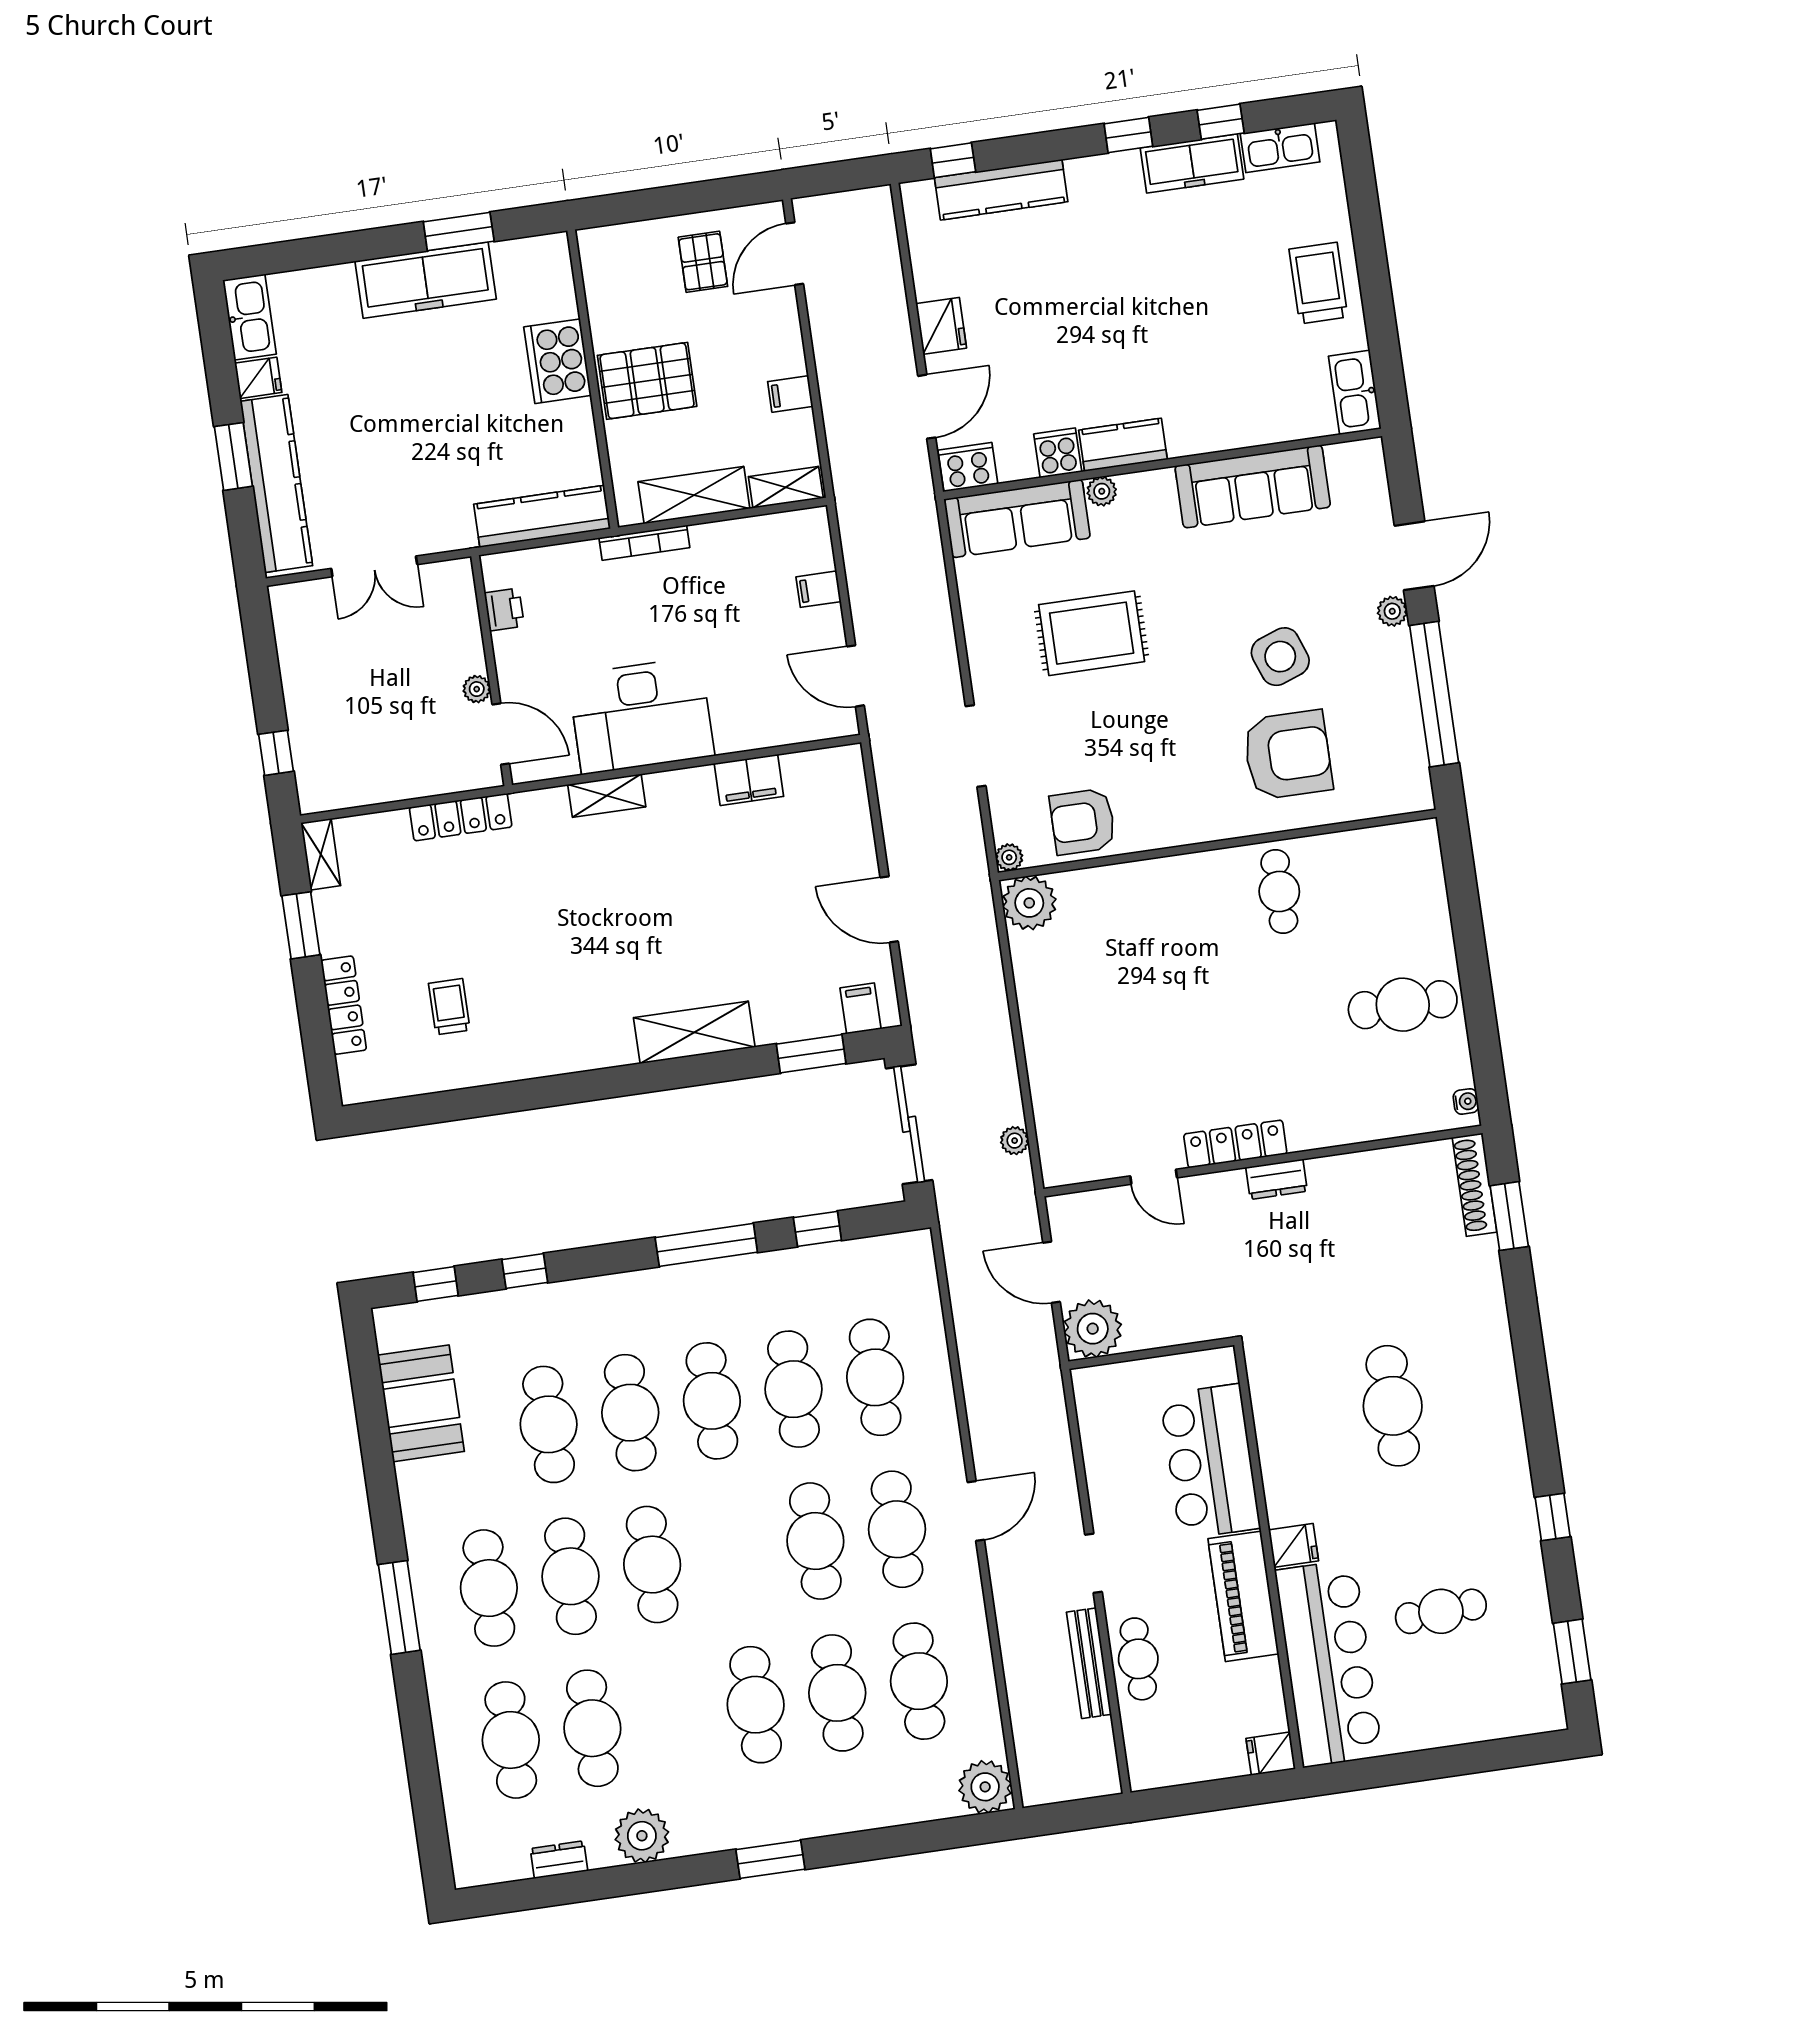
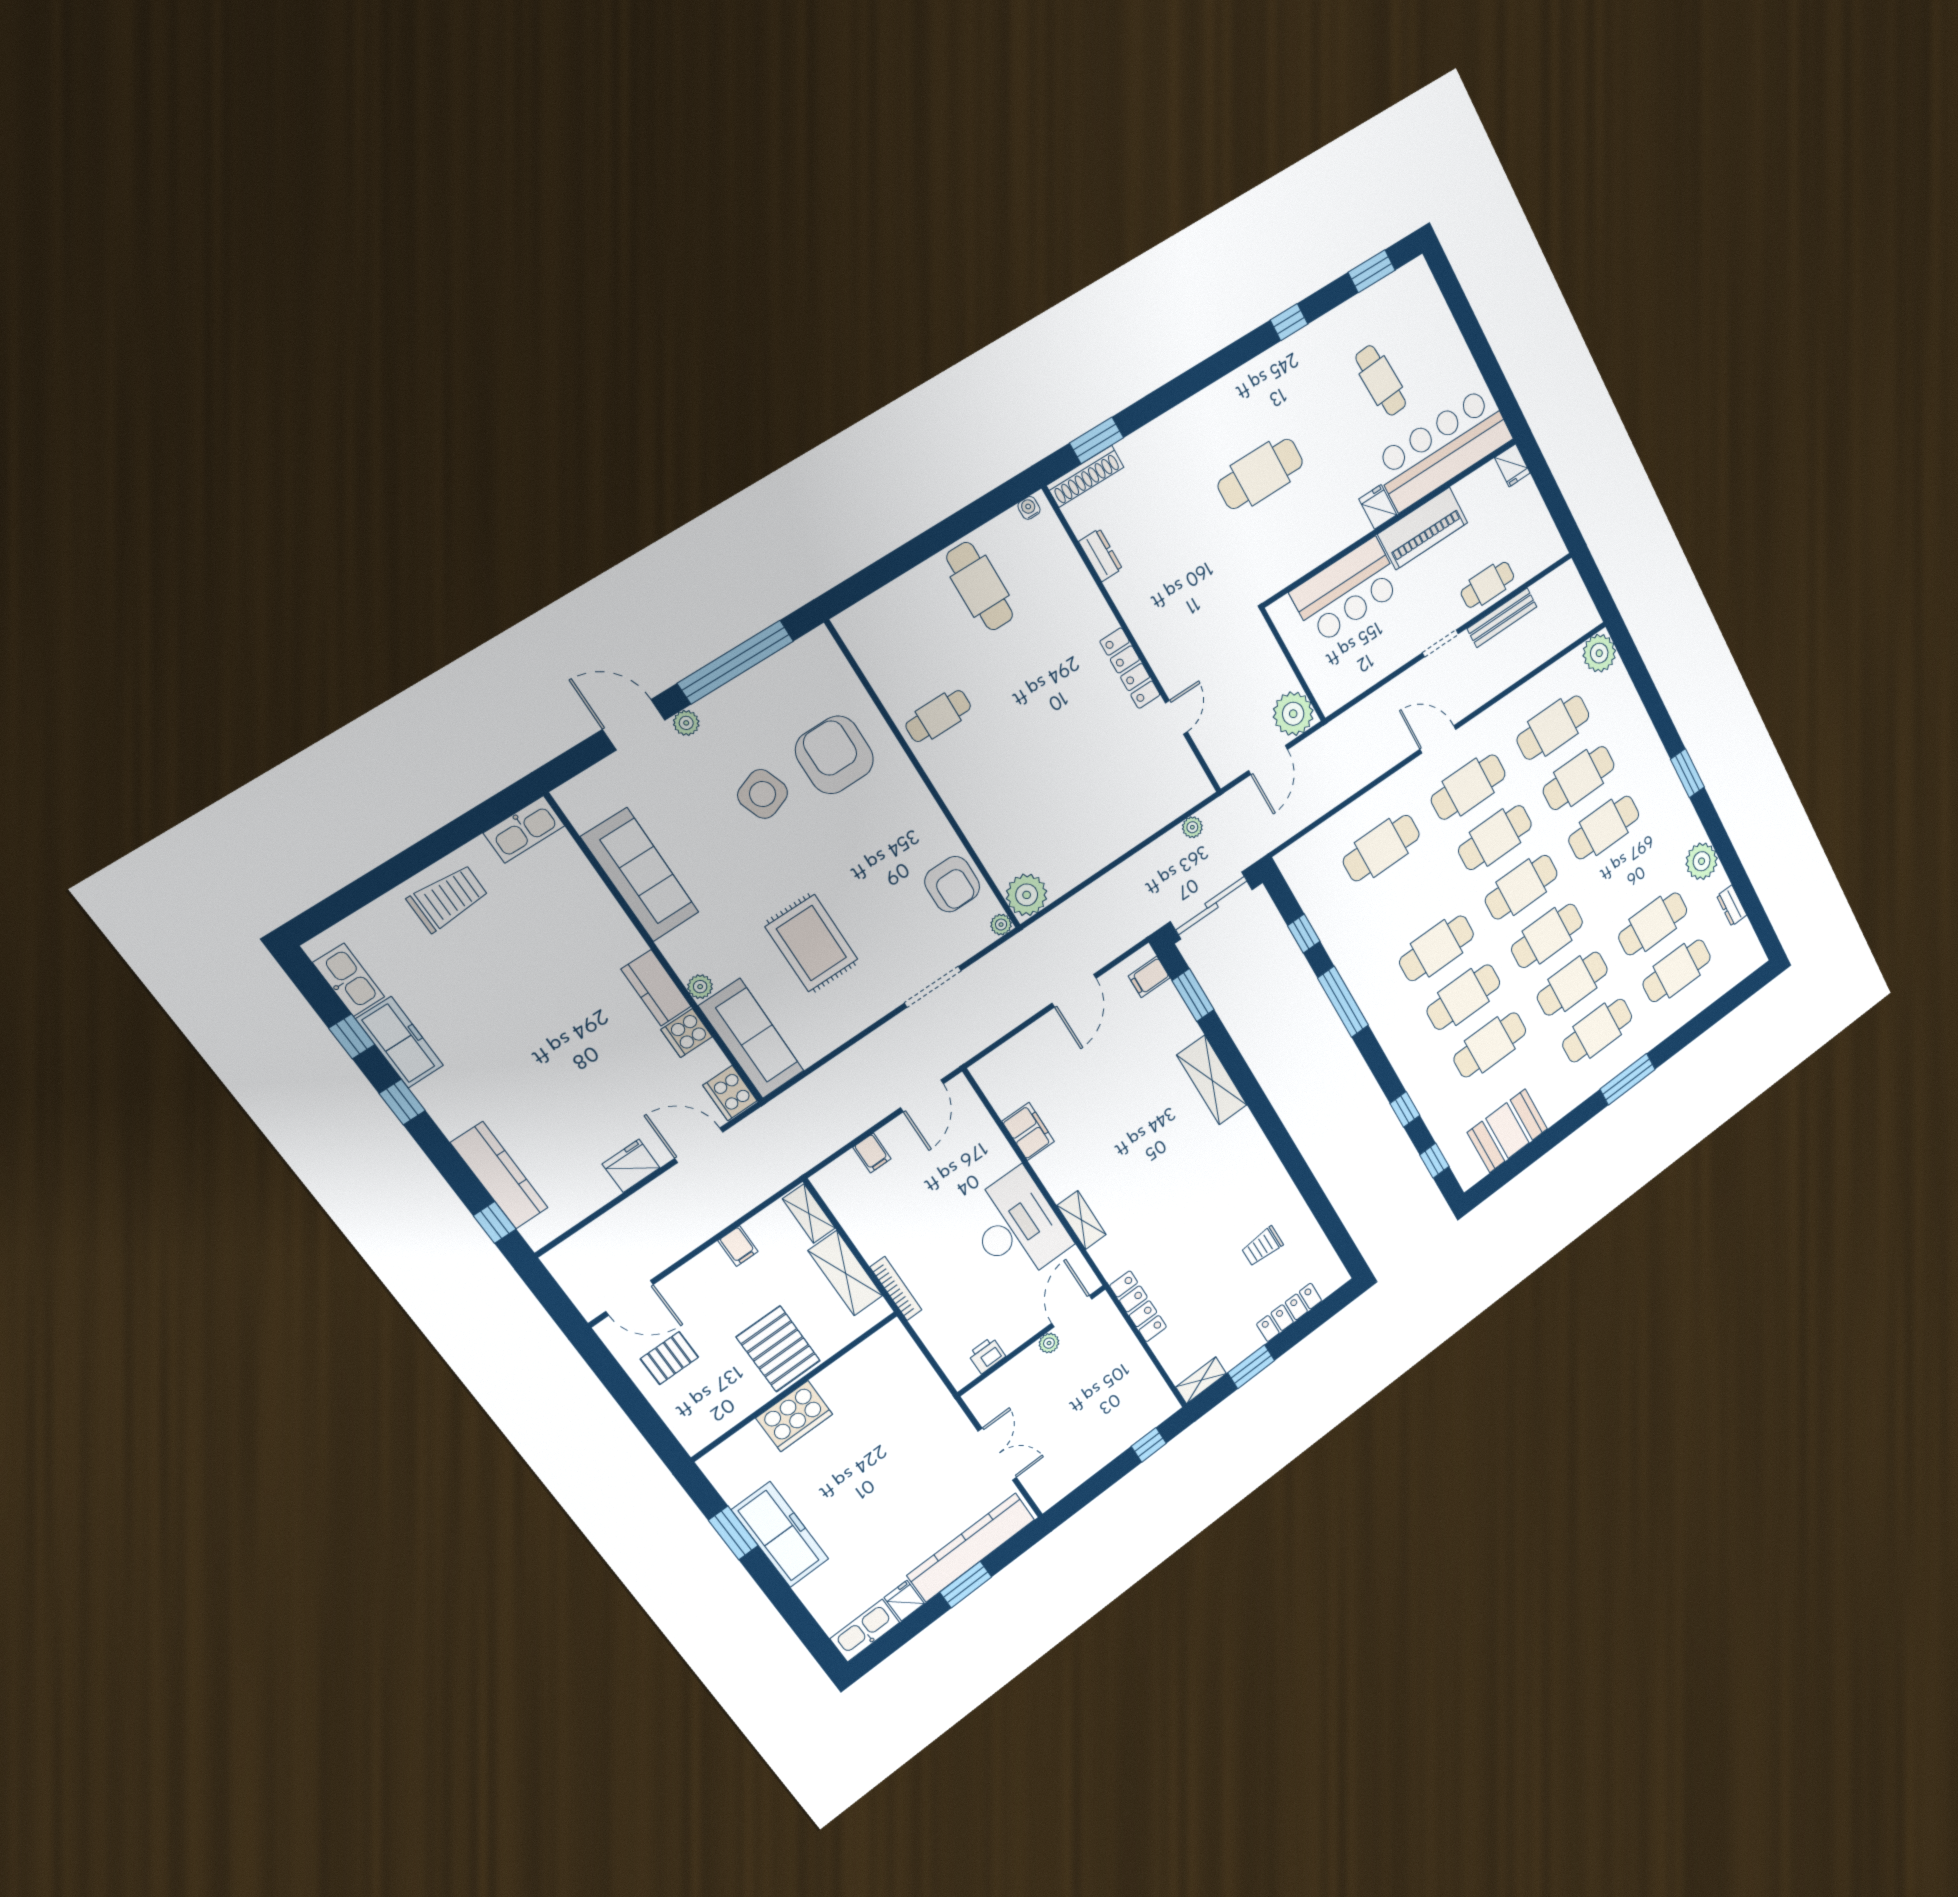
trolley: (1318, 283) -> (448, 898), turned 180
kitchen counter: (542, 516) -> (910, 1366), removed
dresser: (1276, 1179) -> (1101, 555), moved
cafe table: (794, 1389) -> (1521, 887), moved

